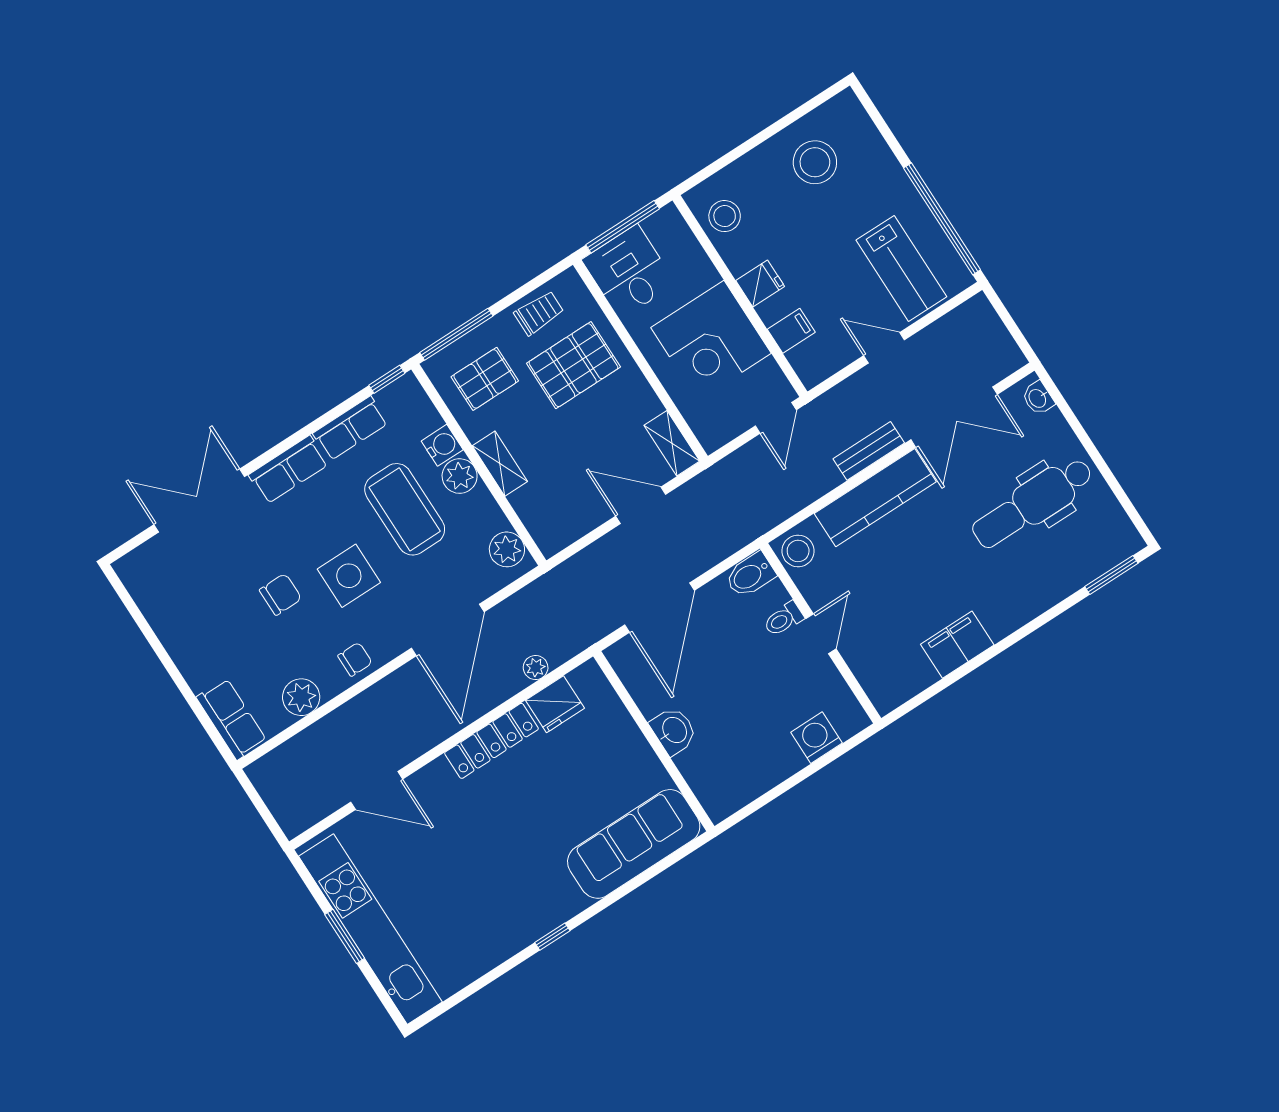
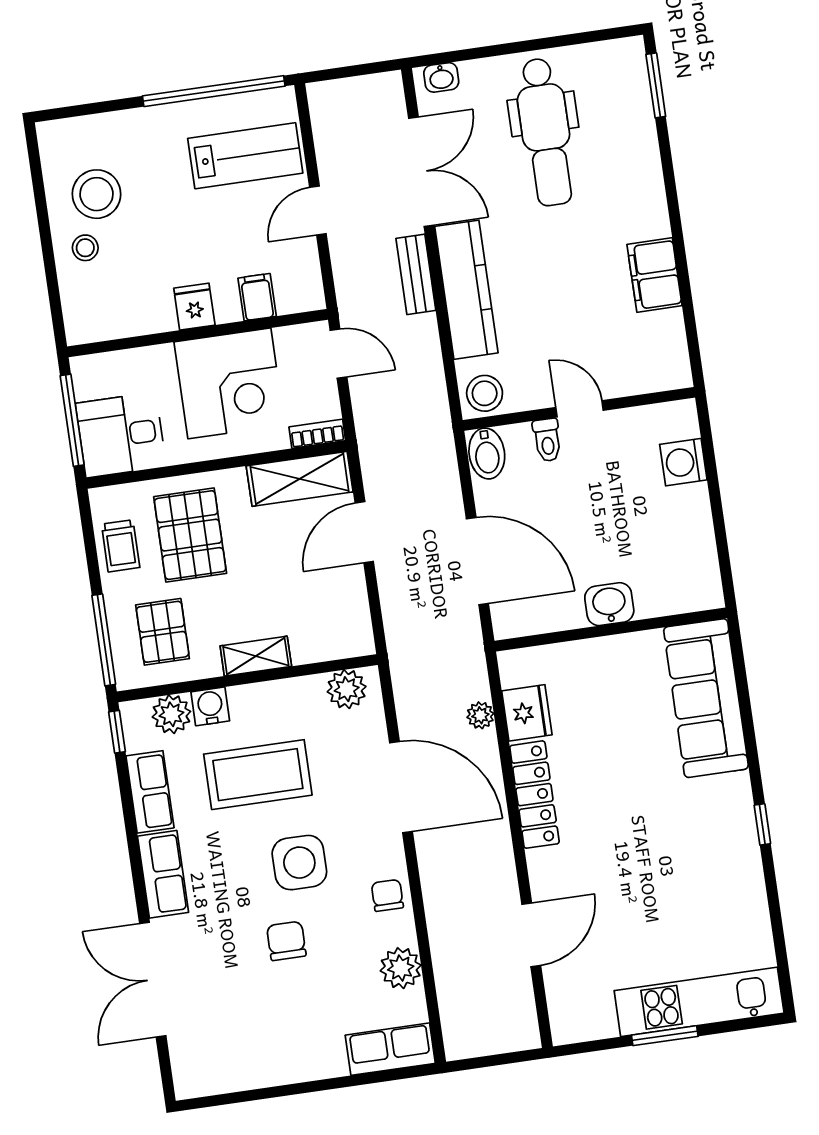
stool: (725, 216) -> (85, 248), moved, width x0.73, depth x0.73
trolley: (539, 313) -> (121, 546), turned 180
bookcase: (703, 430) -> (317, 434), added
shelving: (672, 443) -> (300, 479), width x1.50, depth x1.33
plant: (460, 476) -> (171, 714), moved
kitchen unit: (370, 929) -> (699, 1002), width x0.73

